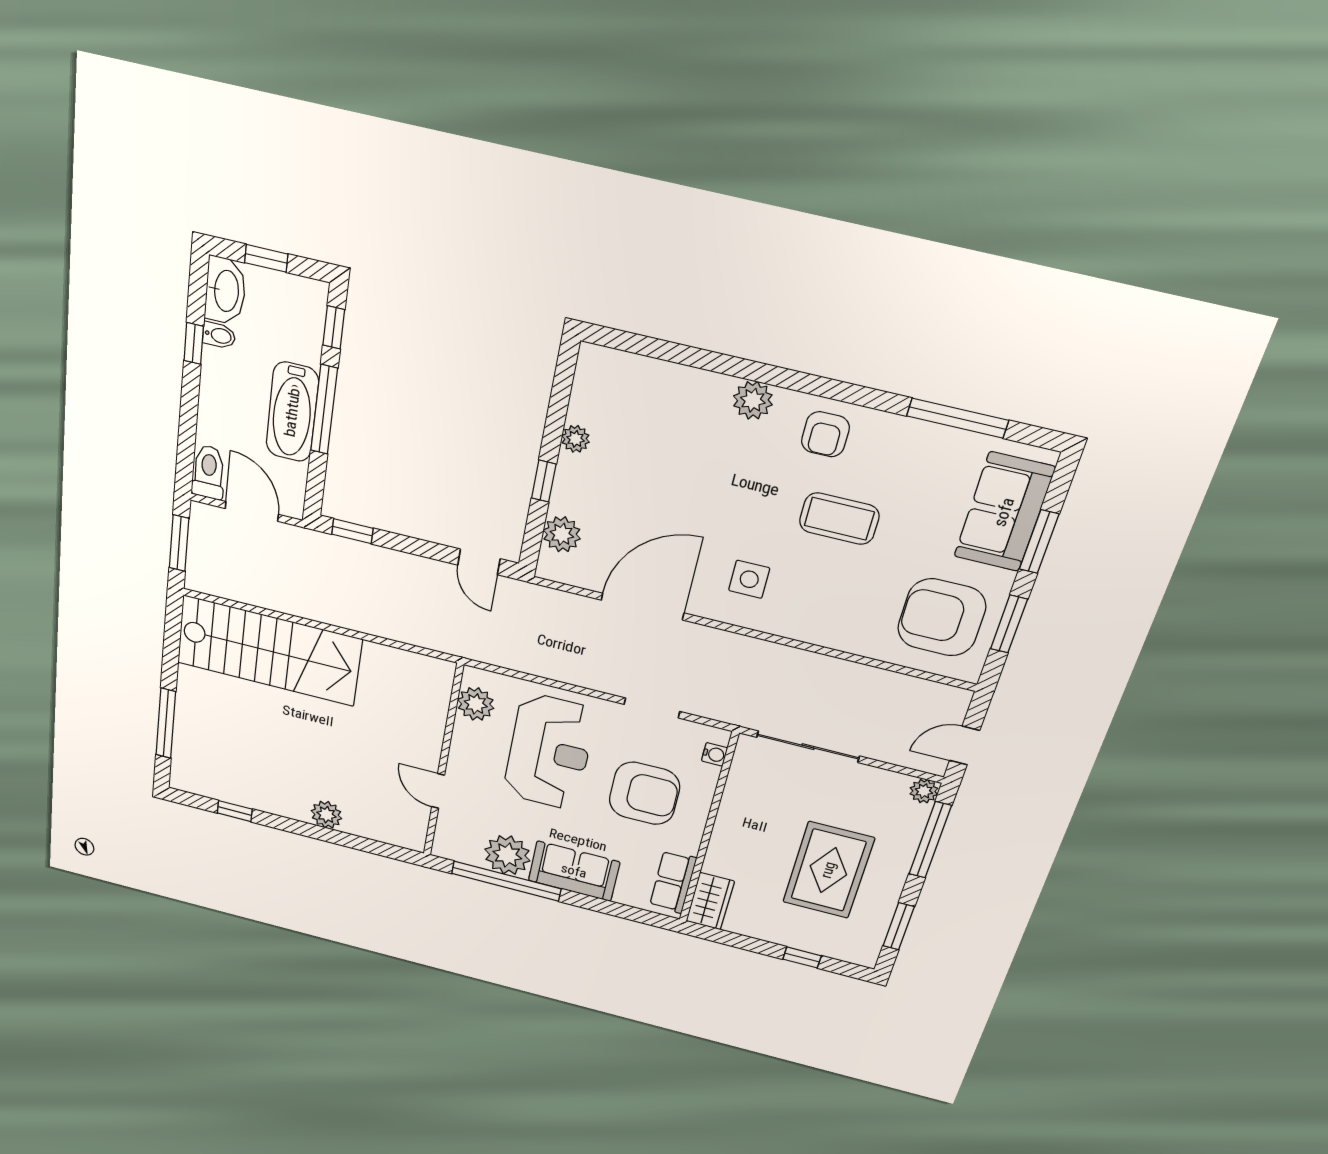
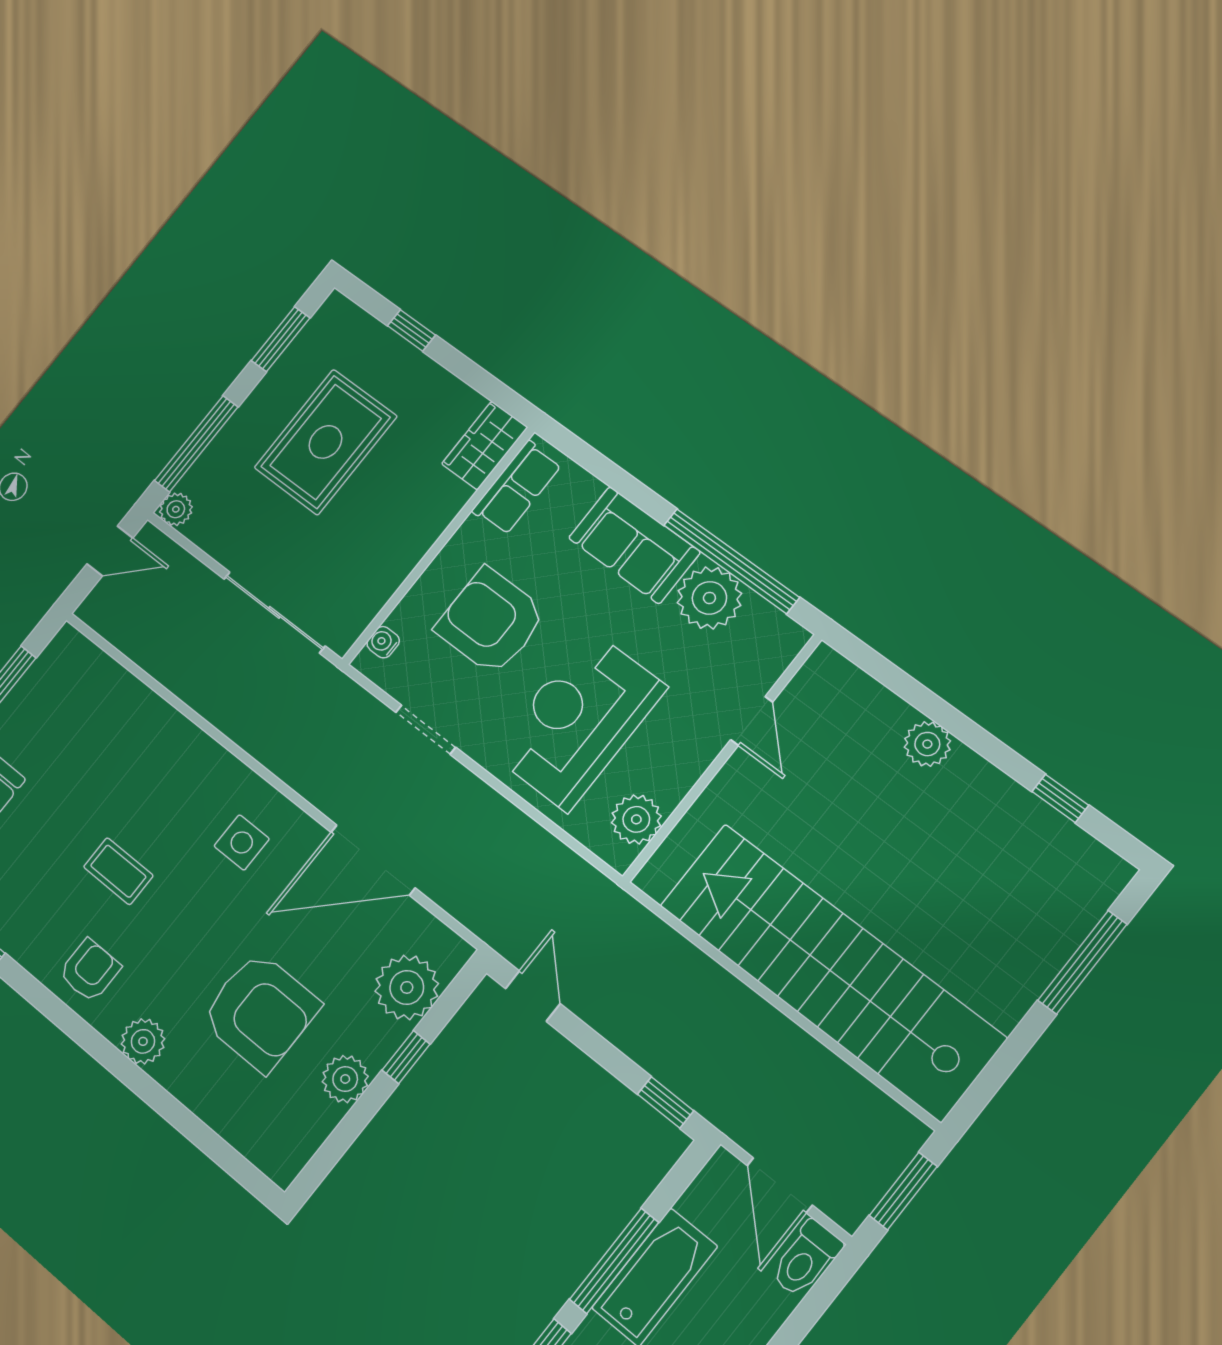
plant: (575, 439) -> (345, 1079), width x1.38, depth x1.38
coffee table: (839, 519) -> (118, 871), width x0.73, depth x0.77
plant: (562, 534) -> (407, 987), width x1.36, depth x1.36
armchair: (942, 617) -> (260, 1012), moved
stairs: (269, 651) -> (831, 971), width x1.36

